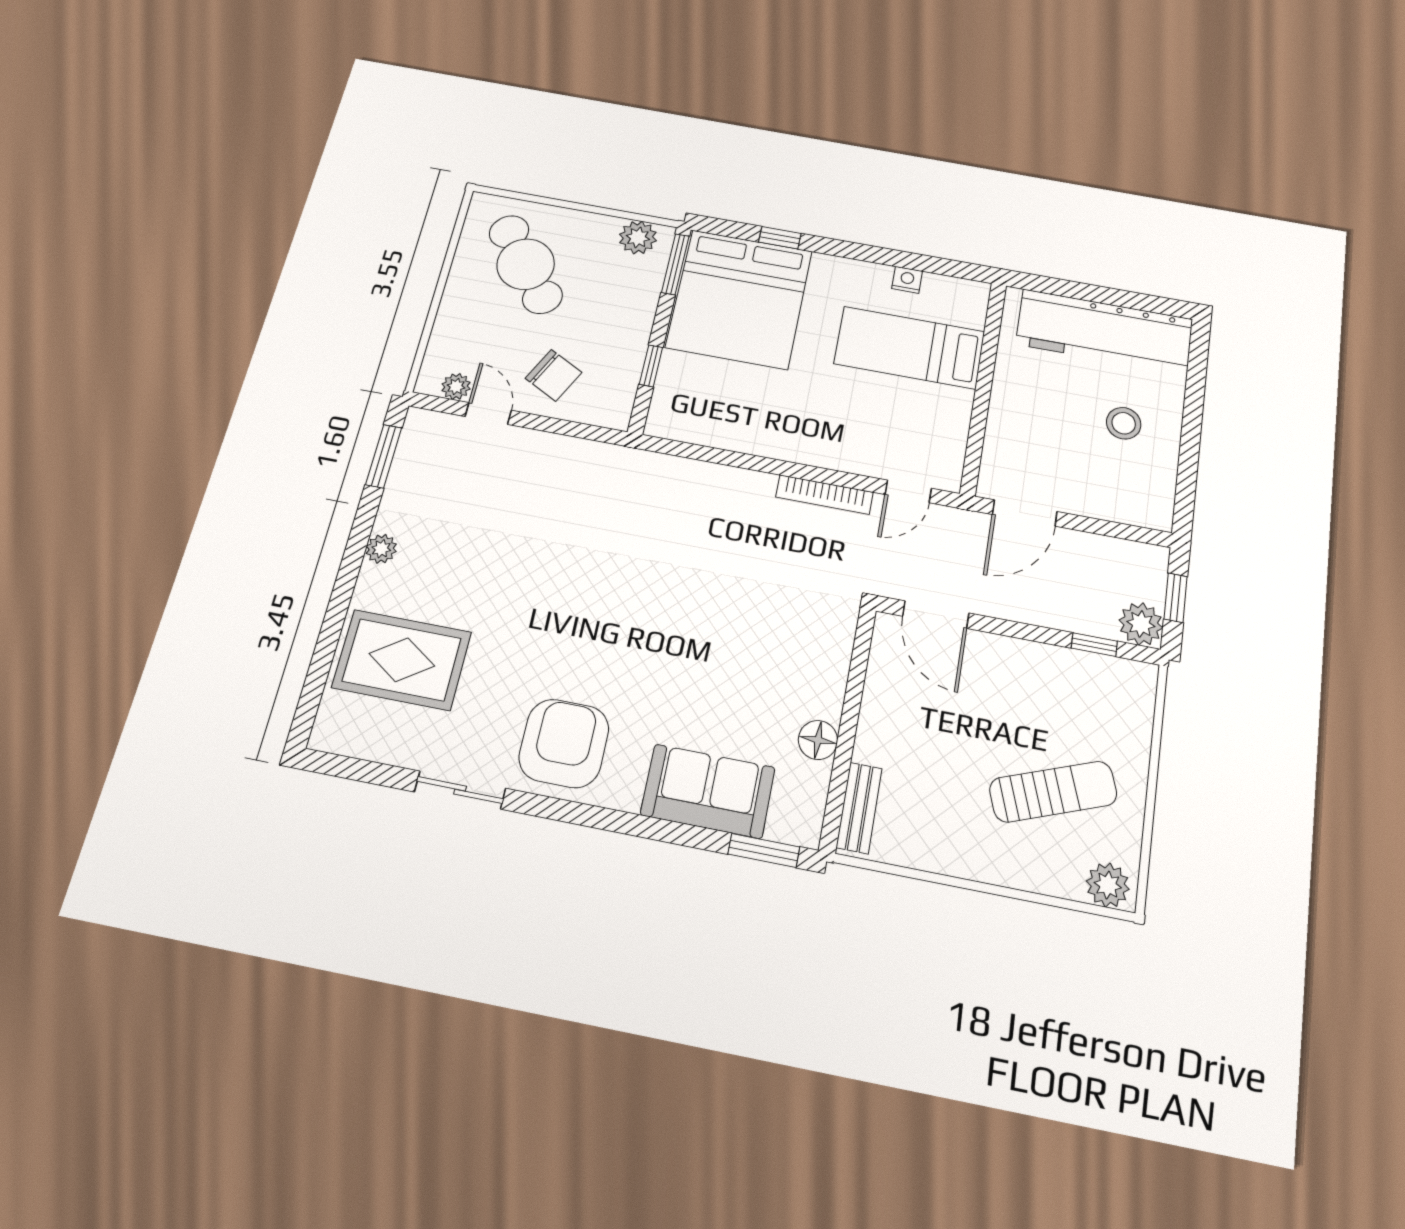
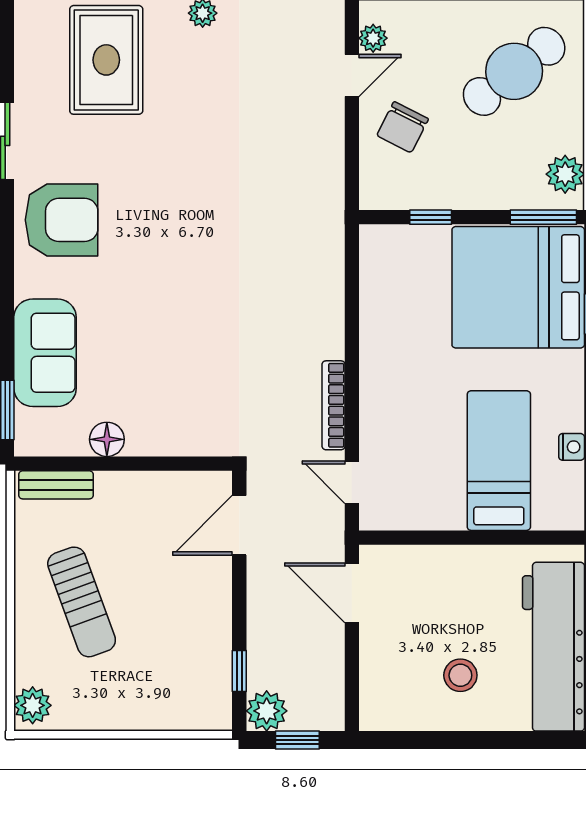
sun lounger: (1053, 792) -> (82, 602), moved

